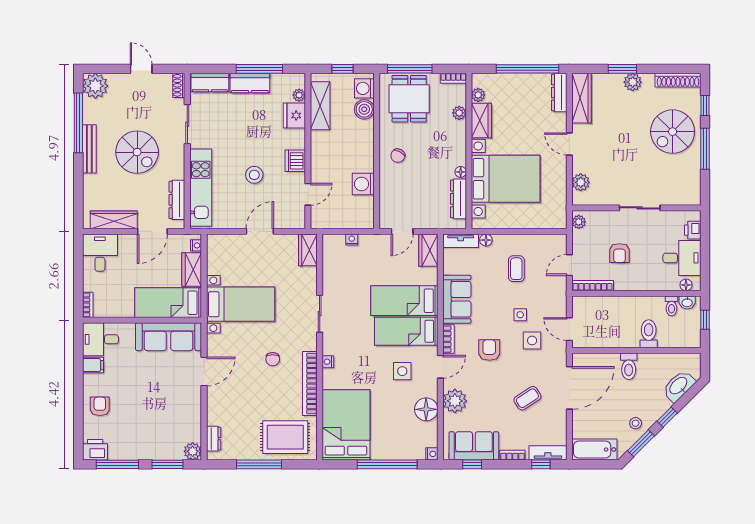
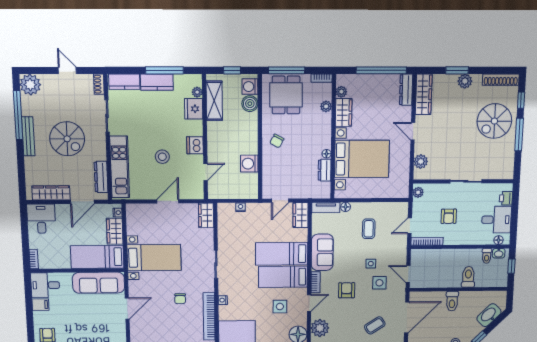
dresser: (458, 199) -> (325, 170), width x0.70

